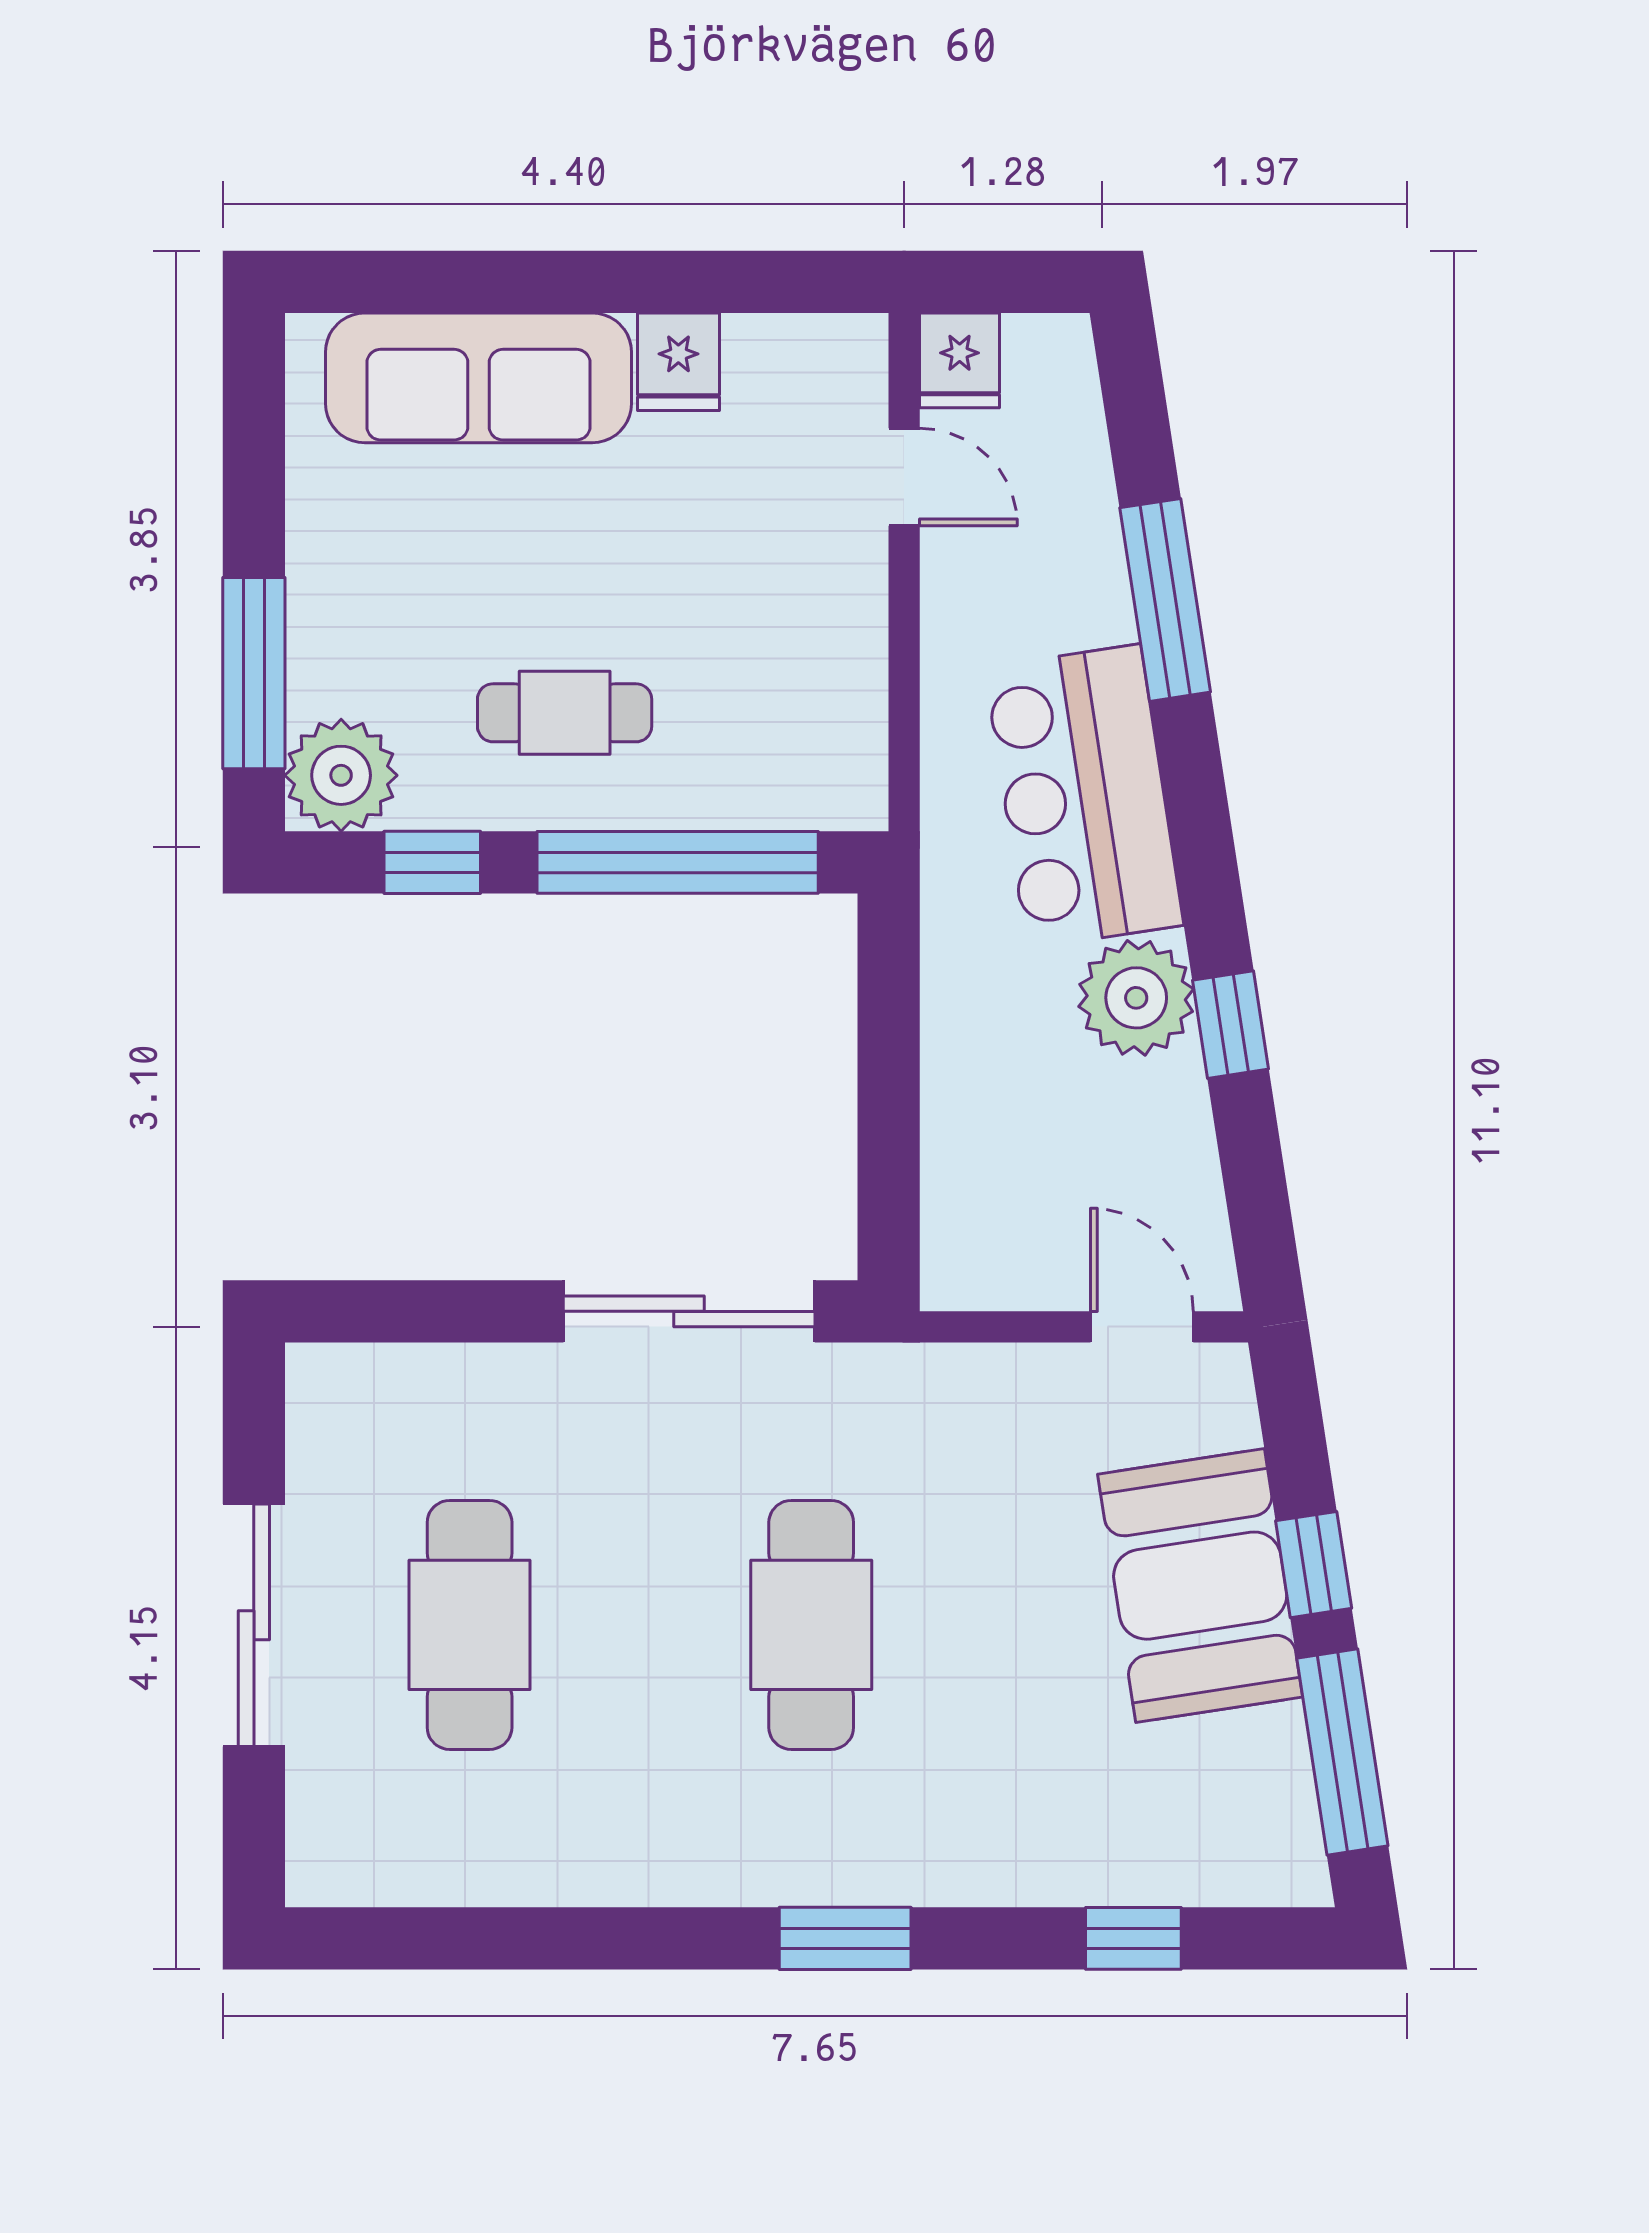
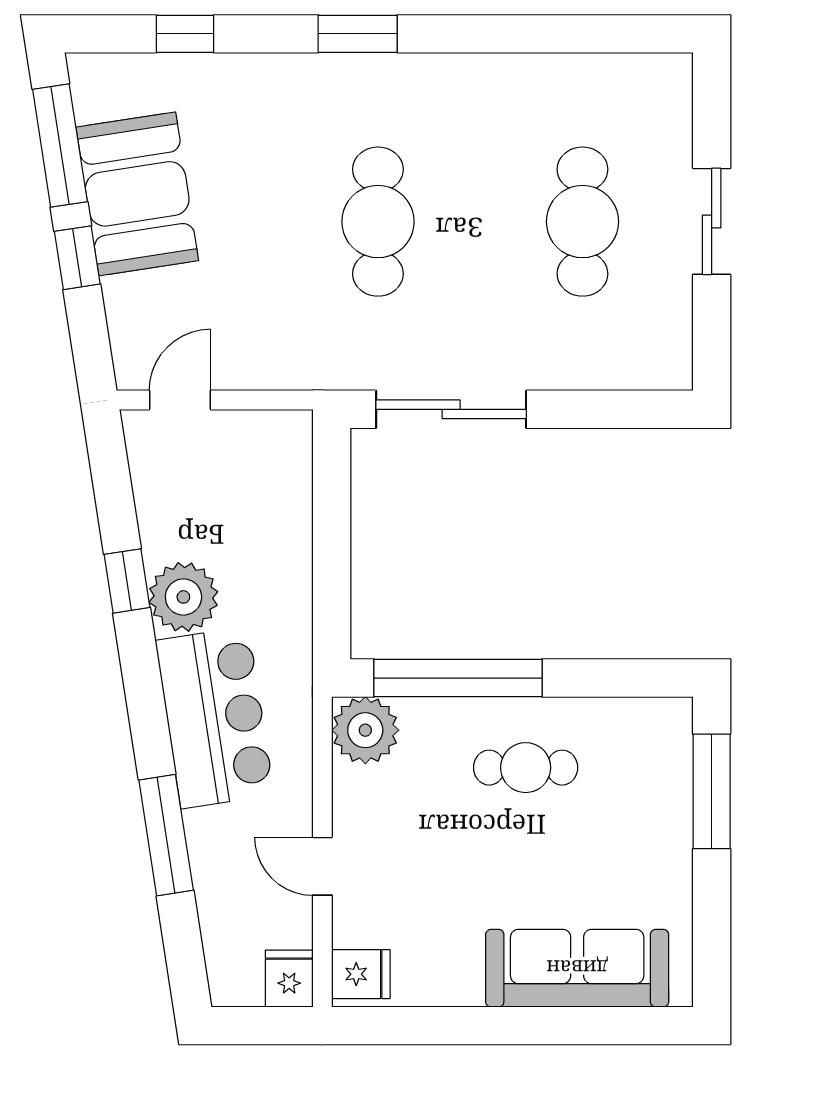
fridge: (678, 362) -> (361, 974), moved, turned 90
door: (904, 477) -> (322, 866), moved
plant: (341, 775) -> (365, 730), moved
window: (432, 862) -> (605, 678), removed
door: (1142, 1327) -> (180, 400), swing flipped
booth: (1200, 1586) -> (137, 194), moved
sliding door: (254, 1625) -> (712, 221), width x0.73

